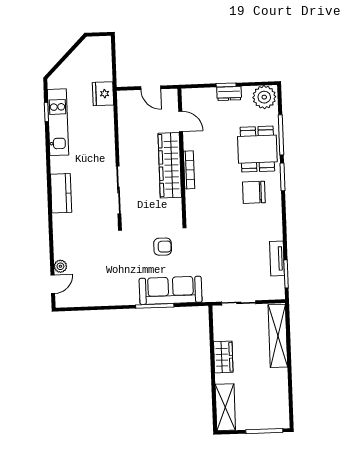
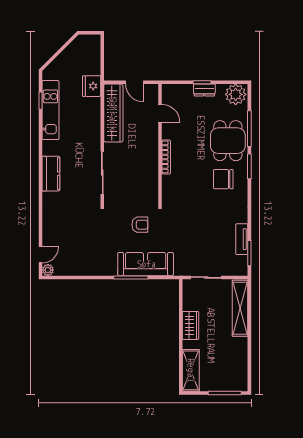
wardrobe: (170, 165) -> (113, 113), moved, turned 180
plant: (60, 266) -> (48, 270), moved

